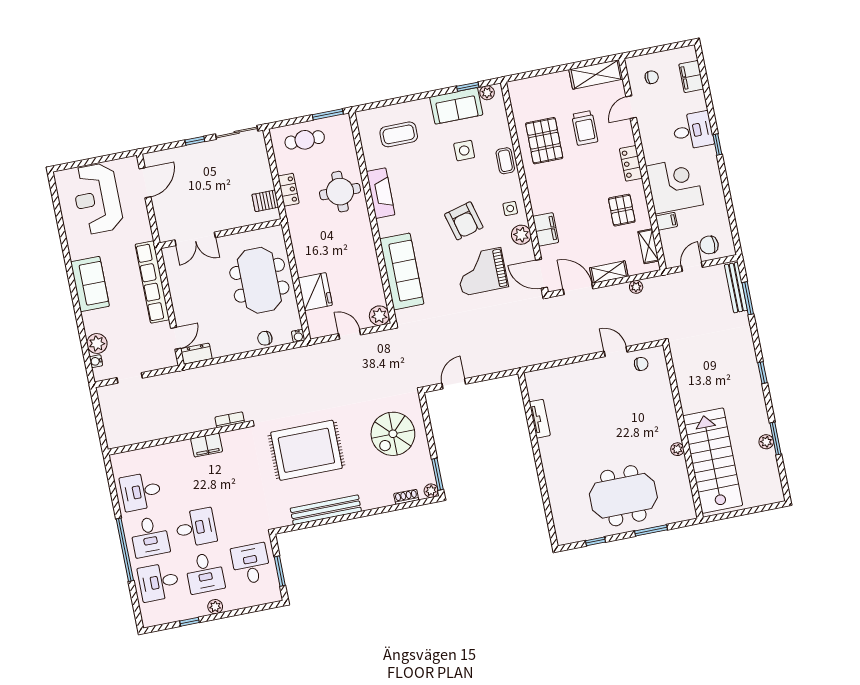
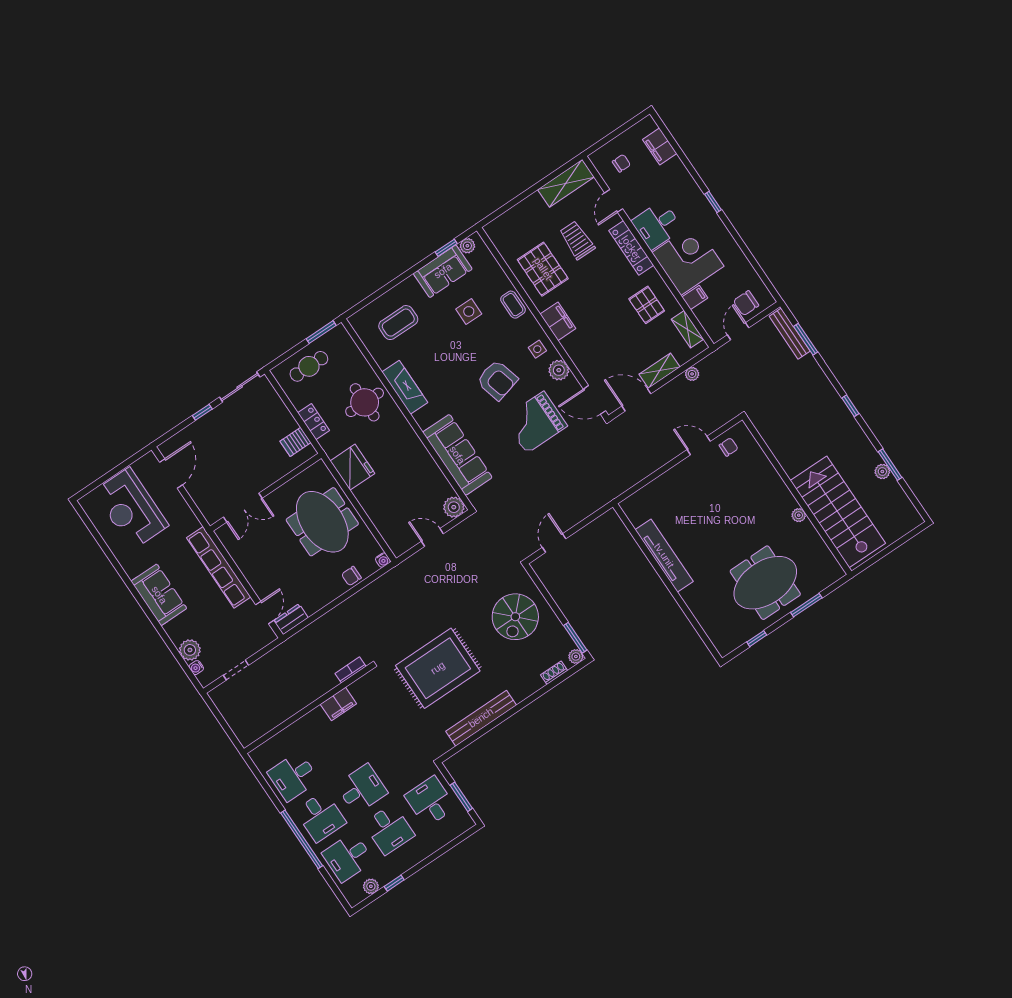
trolley: (585, 128) -> (577, 240), turned 180
desk: (693, 131) -> (657, 225), moved, turned 180
locker: (631, 163) -> (631, 248), width x1.53
filing cabinet: (546, 229) -> (558, 321), moved
fridge: (315, 292) -> (352, 467), moved
tv unit: (540, 419) -> (664, 556), width x1.92, depth x1.29
plant: (215, 607) -> (371, 886), moved

